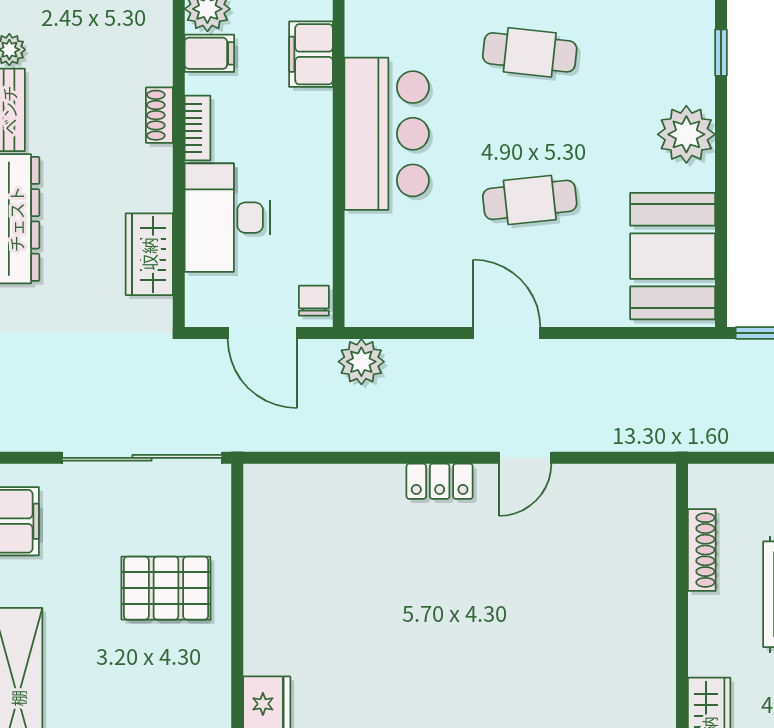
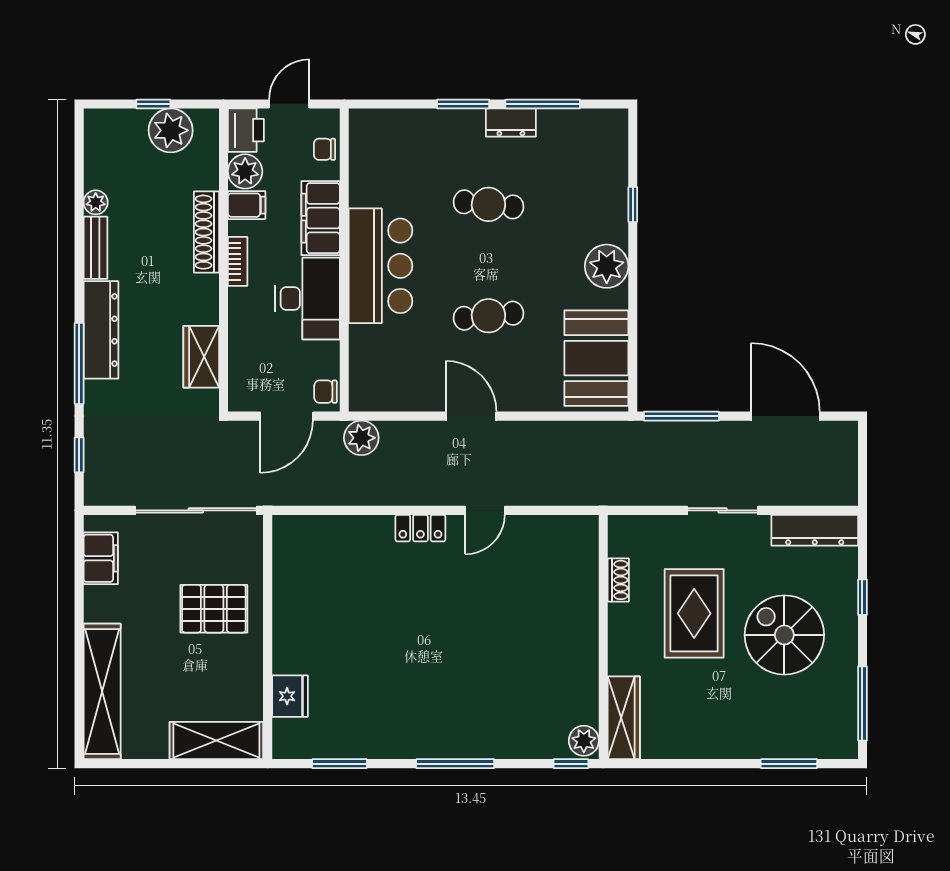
filing cabinet: (311, 54) -> (321, 218), width x1.50, depth x1.17
shoe rack: (159, 115) -> (206, 232), width x1.94, depth x1.24
desk: (227, 218) -> (308, 298), moved, turned 180
chair: (314, 301) -> (326, 392), turned -90
door: (262, 333) -> (287, 416), hinge flipped
shoe rack: (702, 550) -> (618, 580), width x0.70

